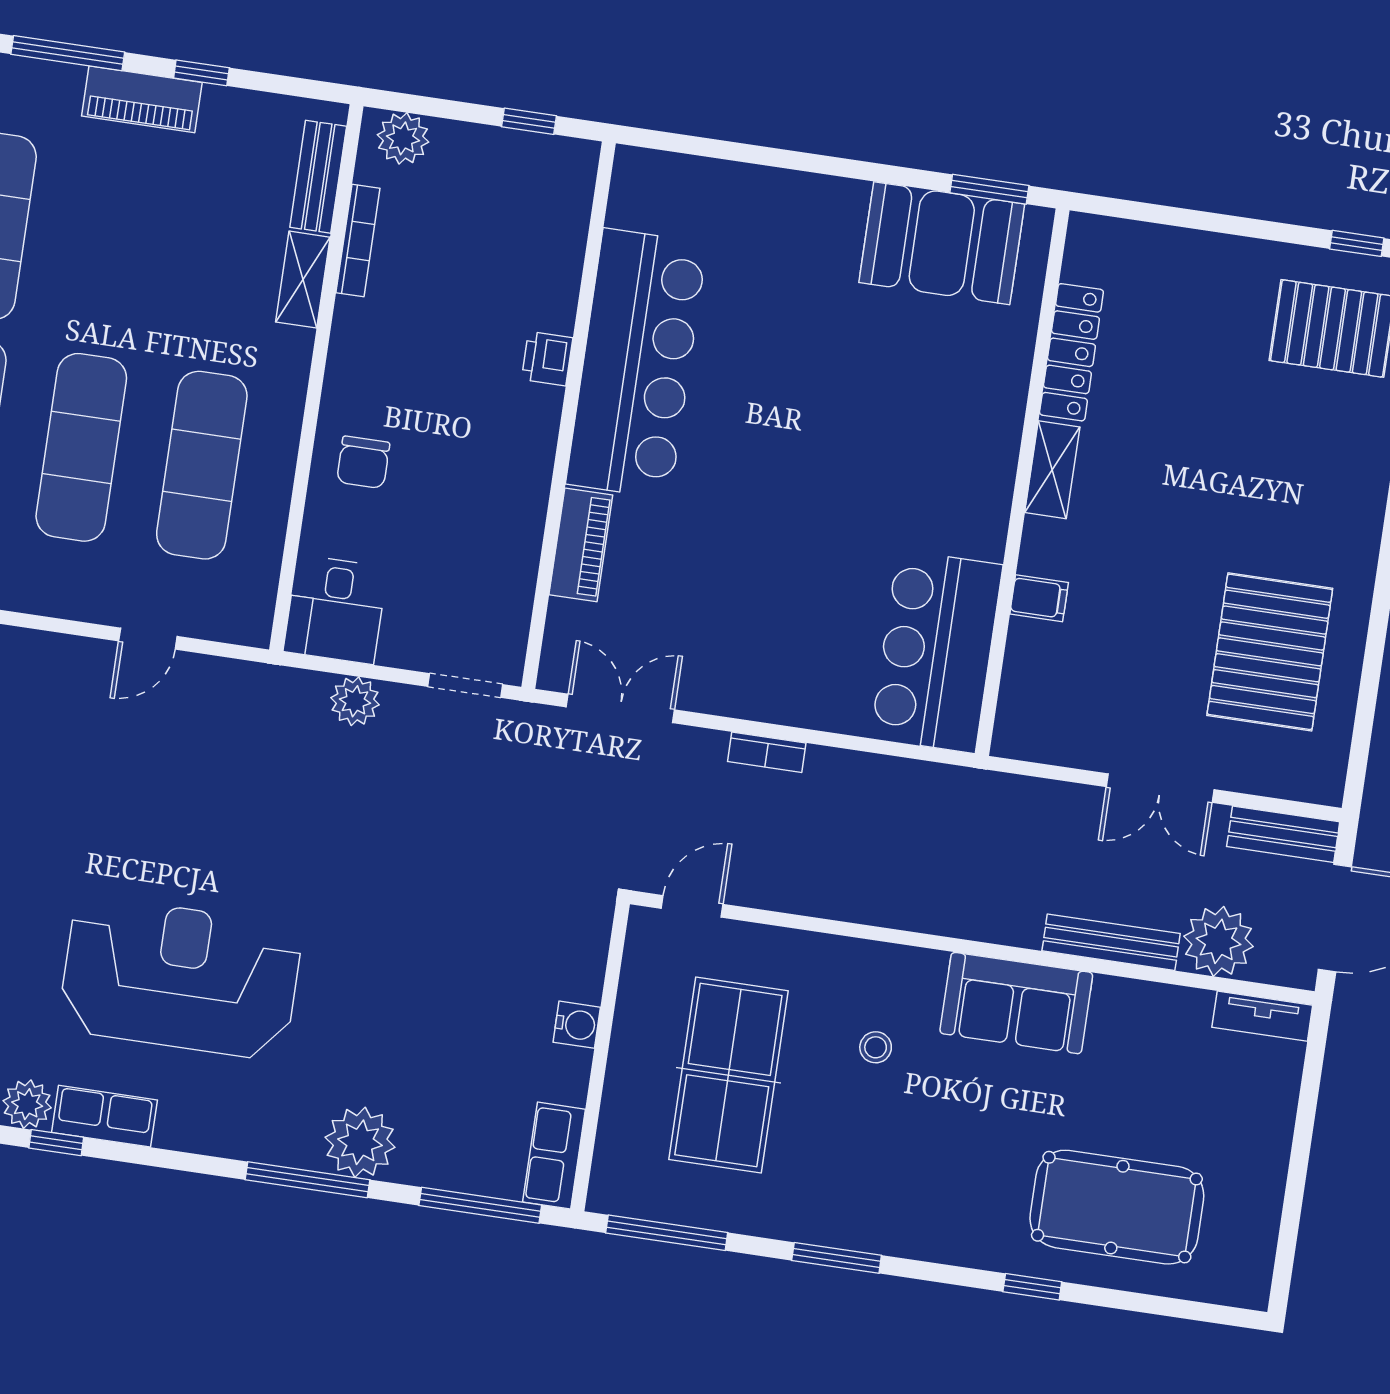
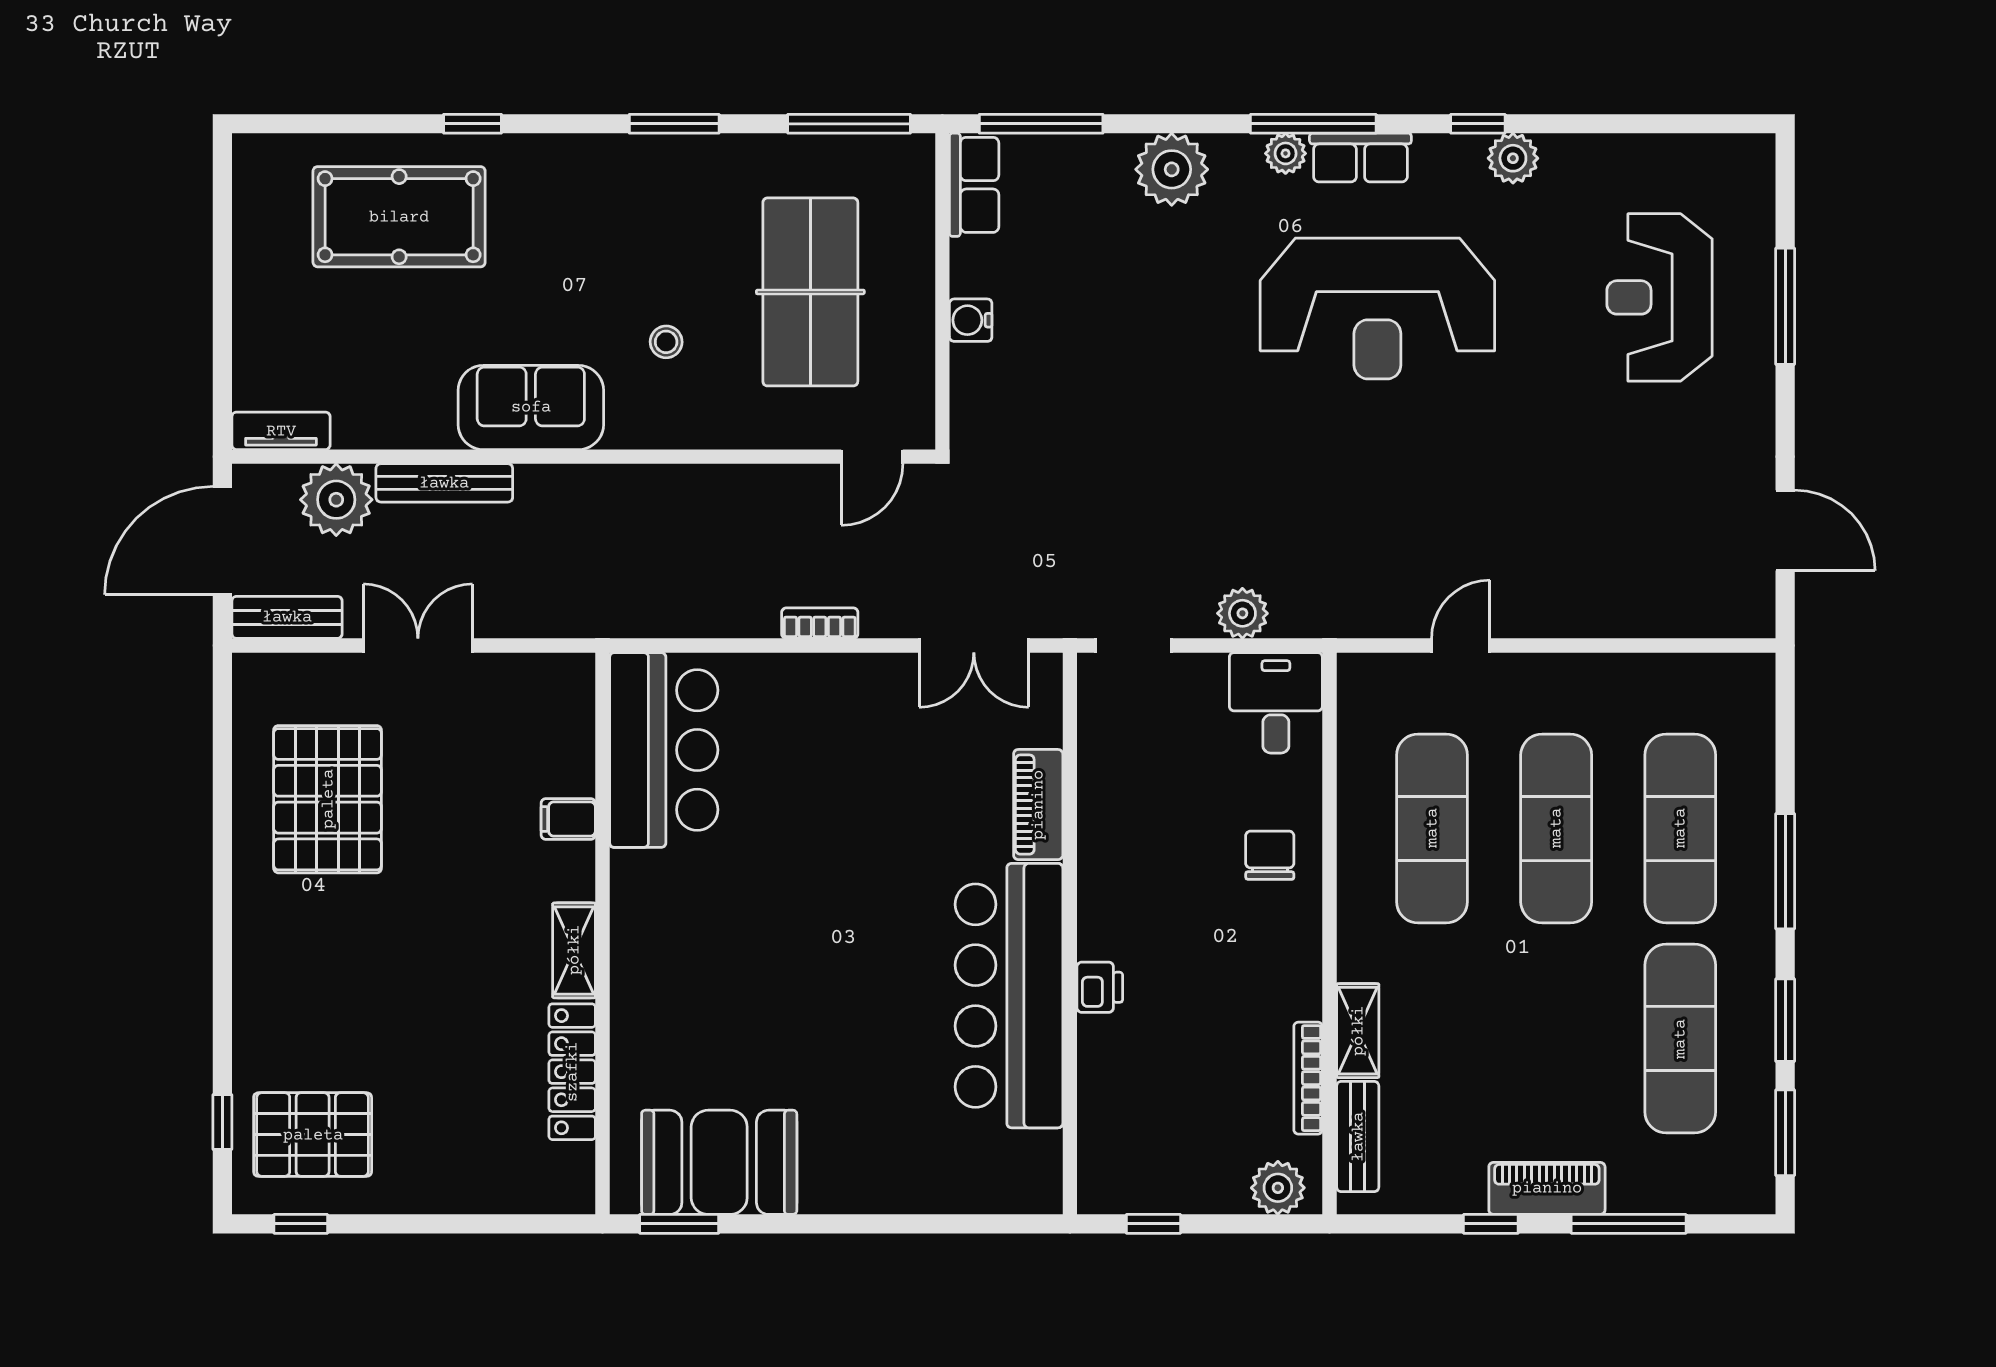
row of seats: (105, 1116) -> (1360, 158), moved
plant: (247, 1141) -> (1286, 153), added
window: (308, 1180) -> (1313, 124), moved

